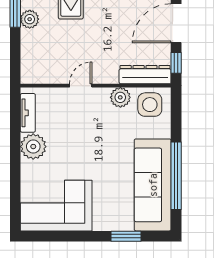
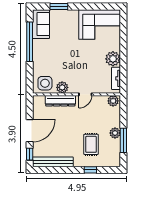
window: (176, 63) -> (30, 108), removed
plant: (33, 74) -> (113, 101), added
dresser: (145, 75) -> (60, 101), moved
sofa: (153, 185) -> (41, 24), width x0.54, depth x0.79

